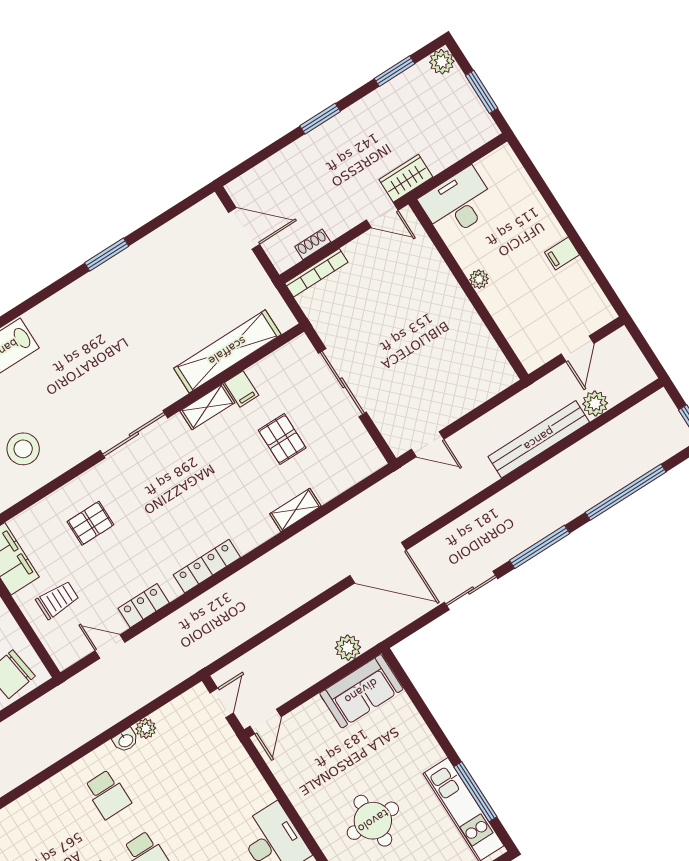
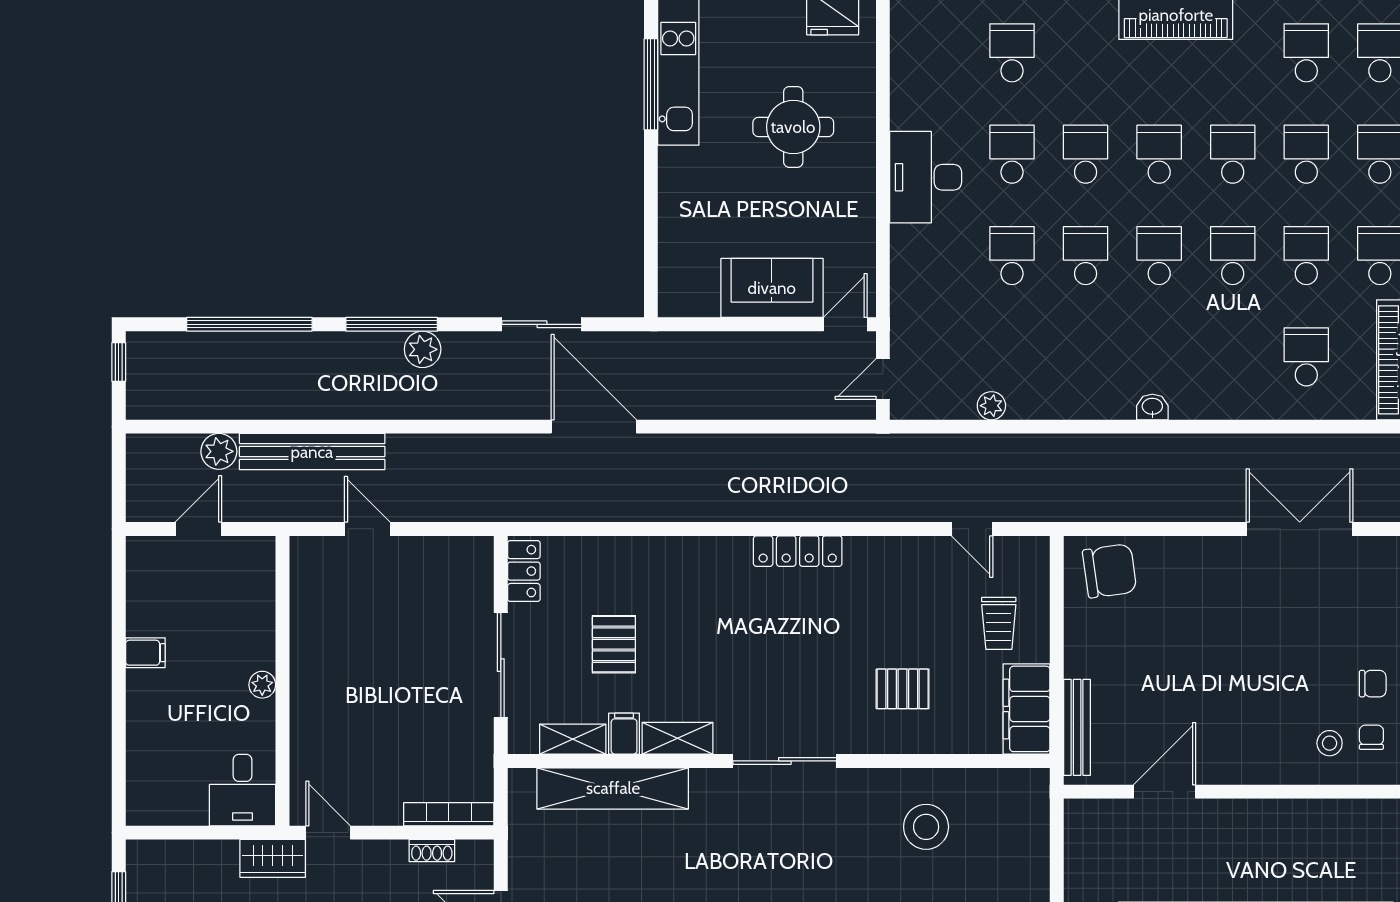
desk: (458, 203) -> (243, 790), width x0.73
door: (428, 444) -> (367, 529), moved
shelving: (295, 510) -> (573, 739), moved
sliding door: (471, 590) -> (542, 324), moved
trolley: (57, 600) -> (999, 623), turned -90
locker: (144, 606) -> (524, 571), moved, turned -90
plant: (348, 648) -> (423, 349), moved
sofa: (361, 691) -> (772, 288), moved
washbasin: (126, 740) -> (1152, 407), moved
school desk: (108, 794) -> (1012, 256), moved

